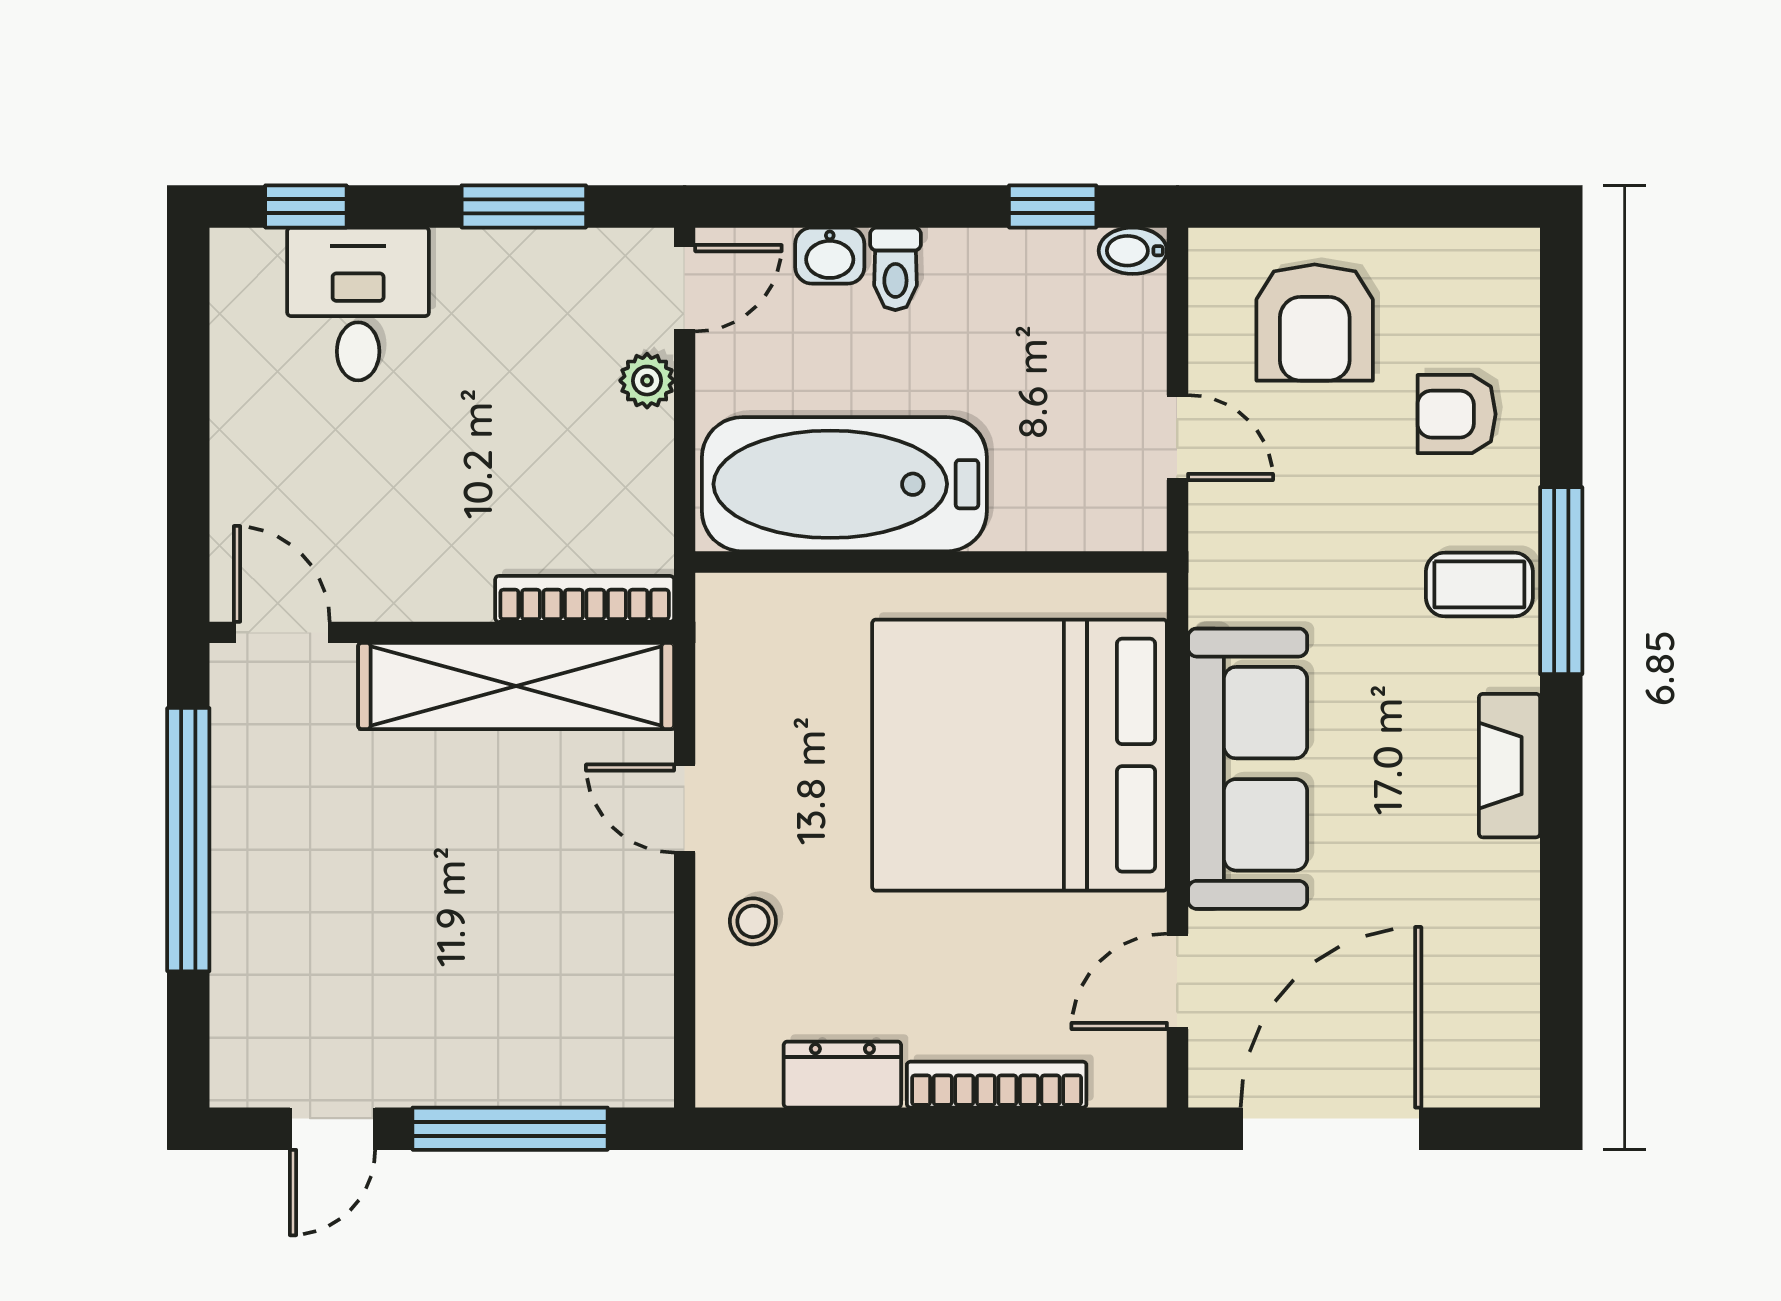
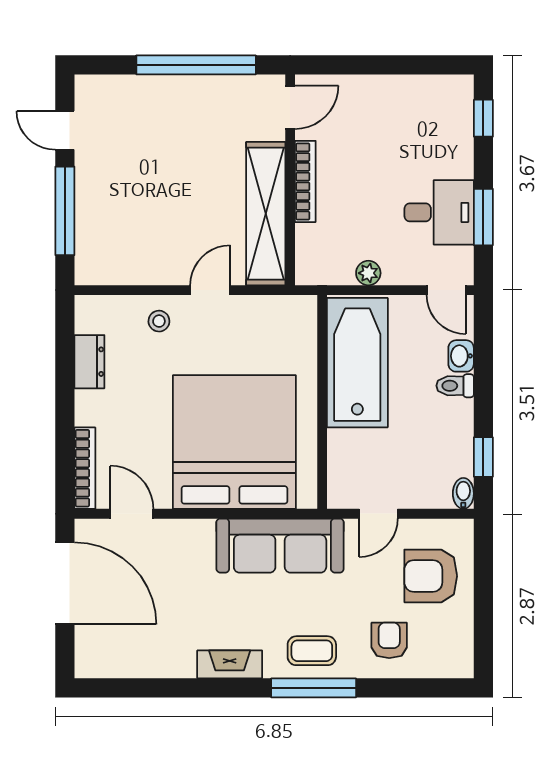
desk: (358, 304) -> (439, 212), moved
plant: (647, 381) -> (368, 273), moved
coffee table: (1479, 584) -> (312, 651), turned 90
bookcase: (585, 599) -> (305, 181), moved
sofa: (1248, 769) -> (280, 546), moved
bookcase: (997, 1085) -> (85, 468), moved

